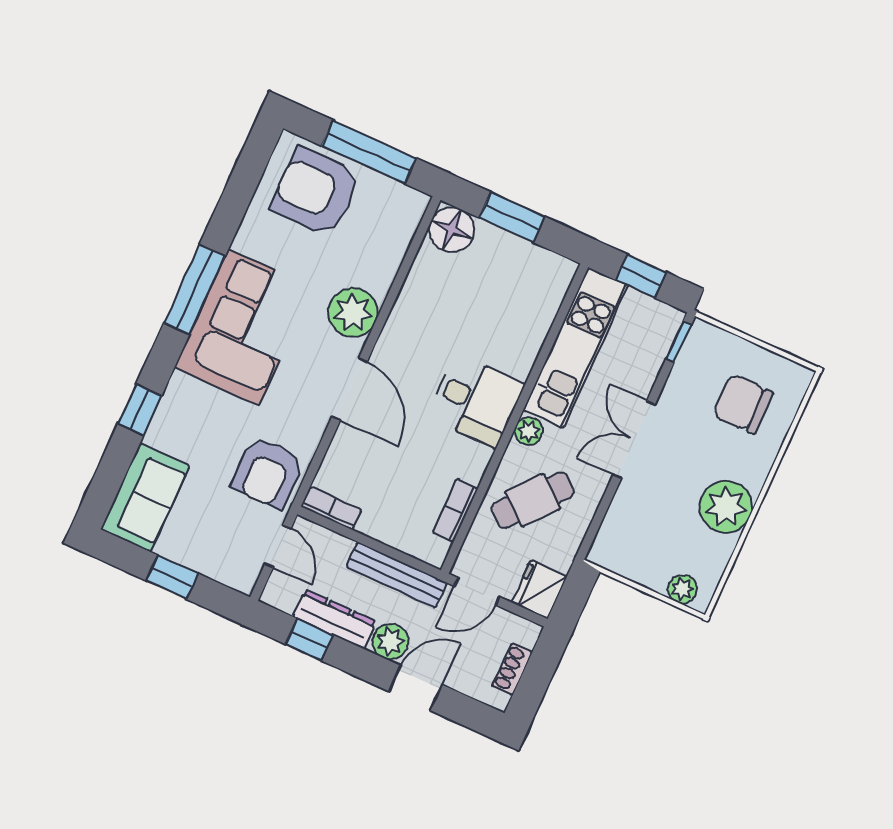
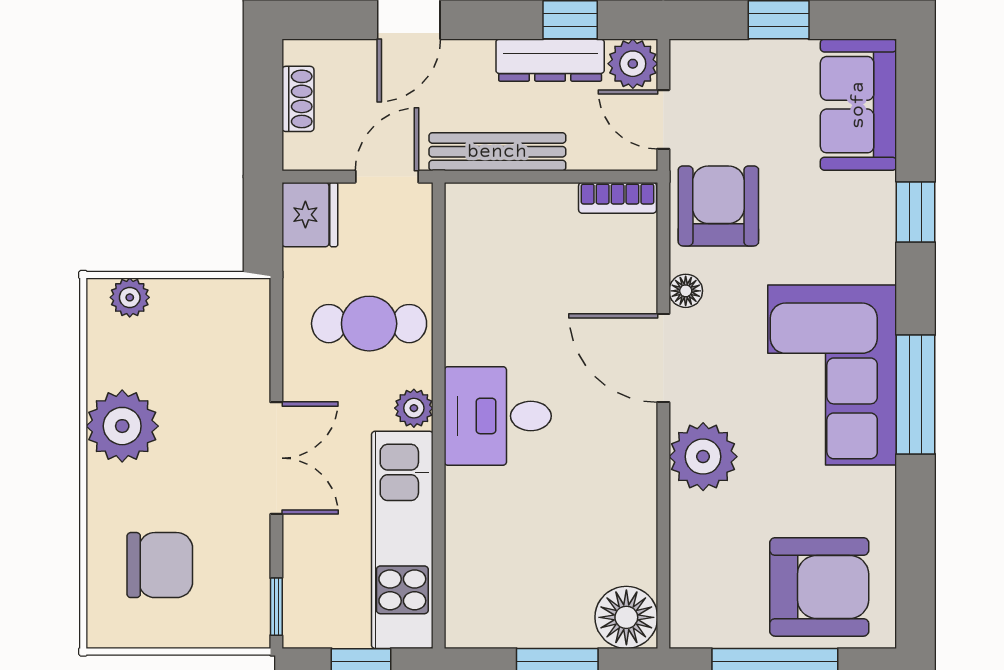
floor lamp: (315, 427) -> (686, 291), added
cafe table: (533, 500) -> (369, 324), turned 50
bookcase: (455, 510) -> (461, 266), removed
plant: (390, 642) -> (633, 64), moved

